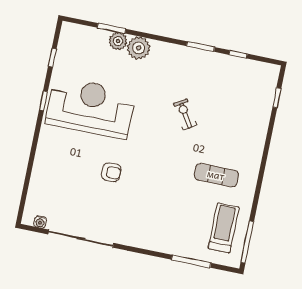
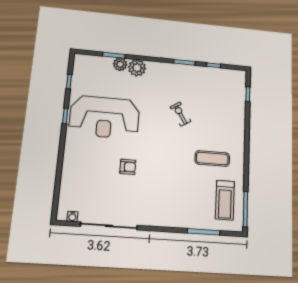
reception desk: (90, 108) -> (104, 117), turned 180
treadmill: (224, 228) -> (225, 200), turned 180

